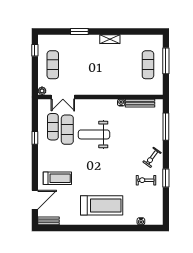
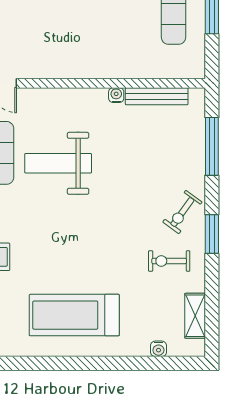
window: (166, 178) -> (212, 234), moved
treadmill: (102, 205) -> (74, 315), turned 180
shelving: (158, 206) -> (195, 316), added

